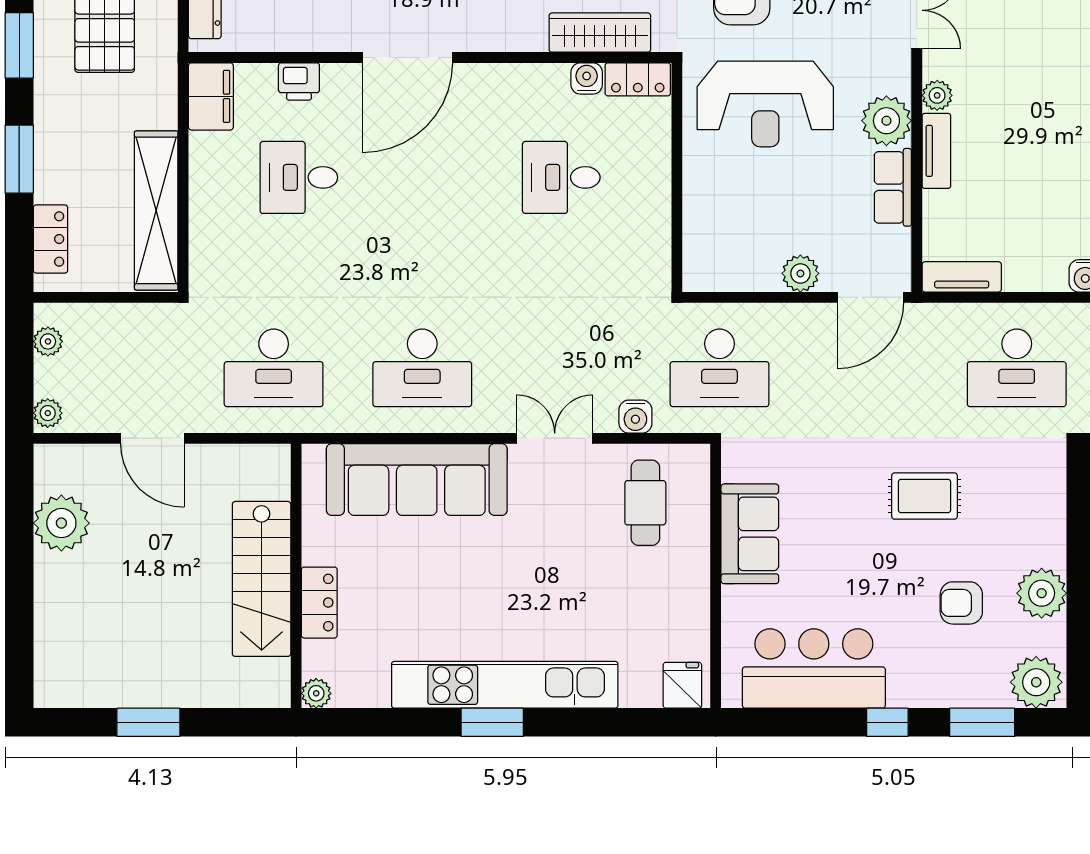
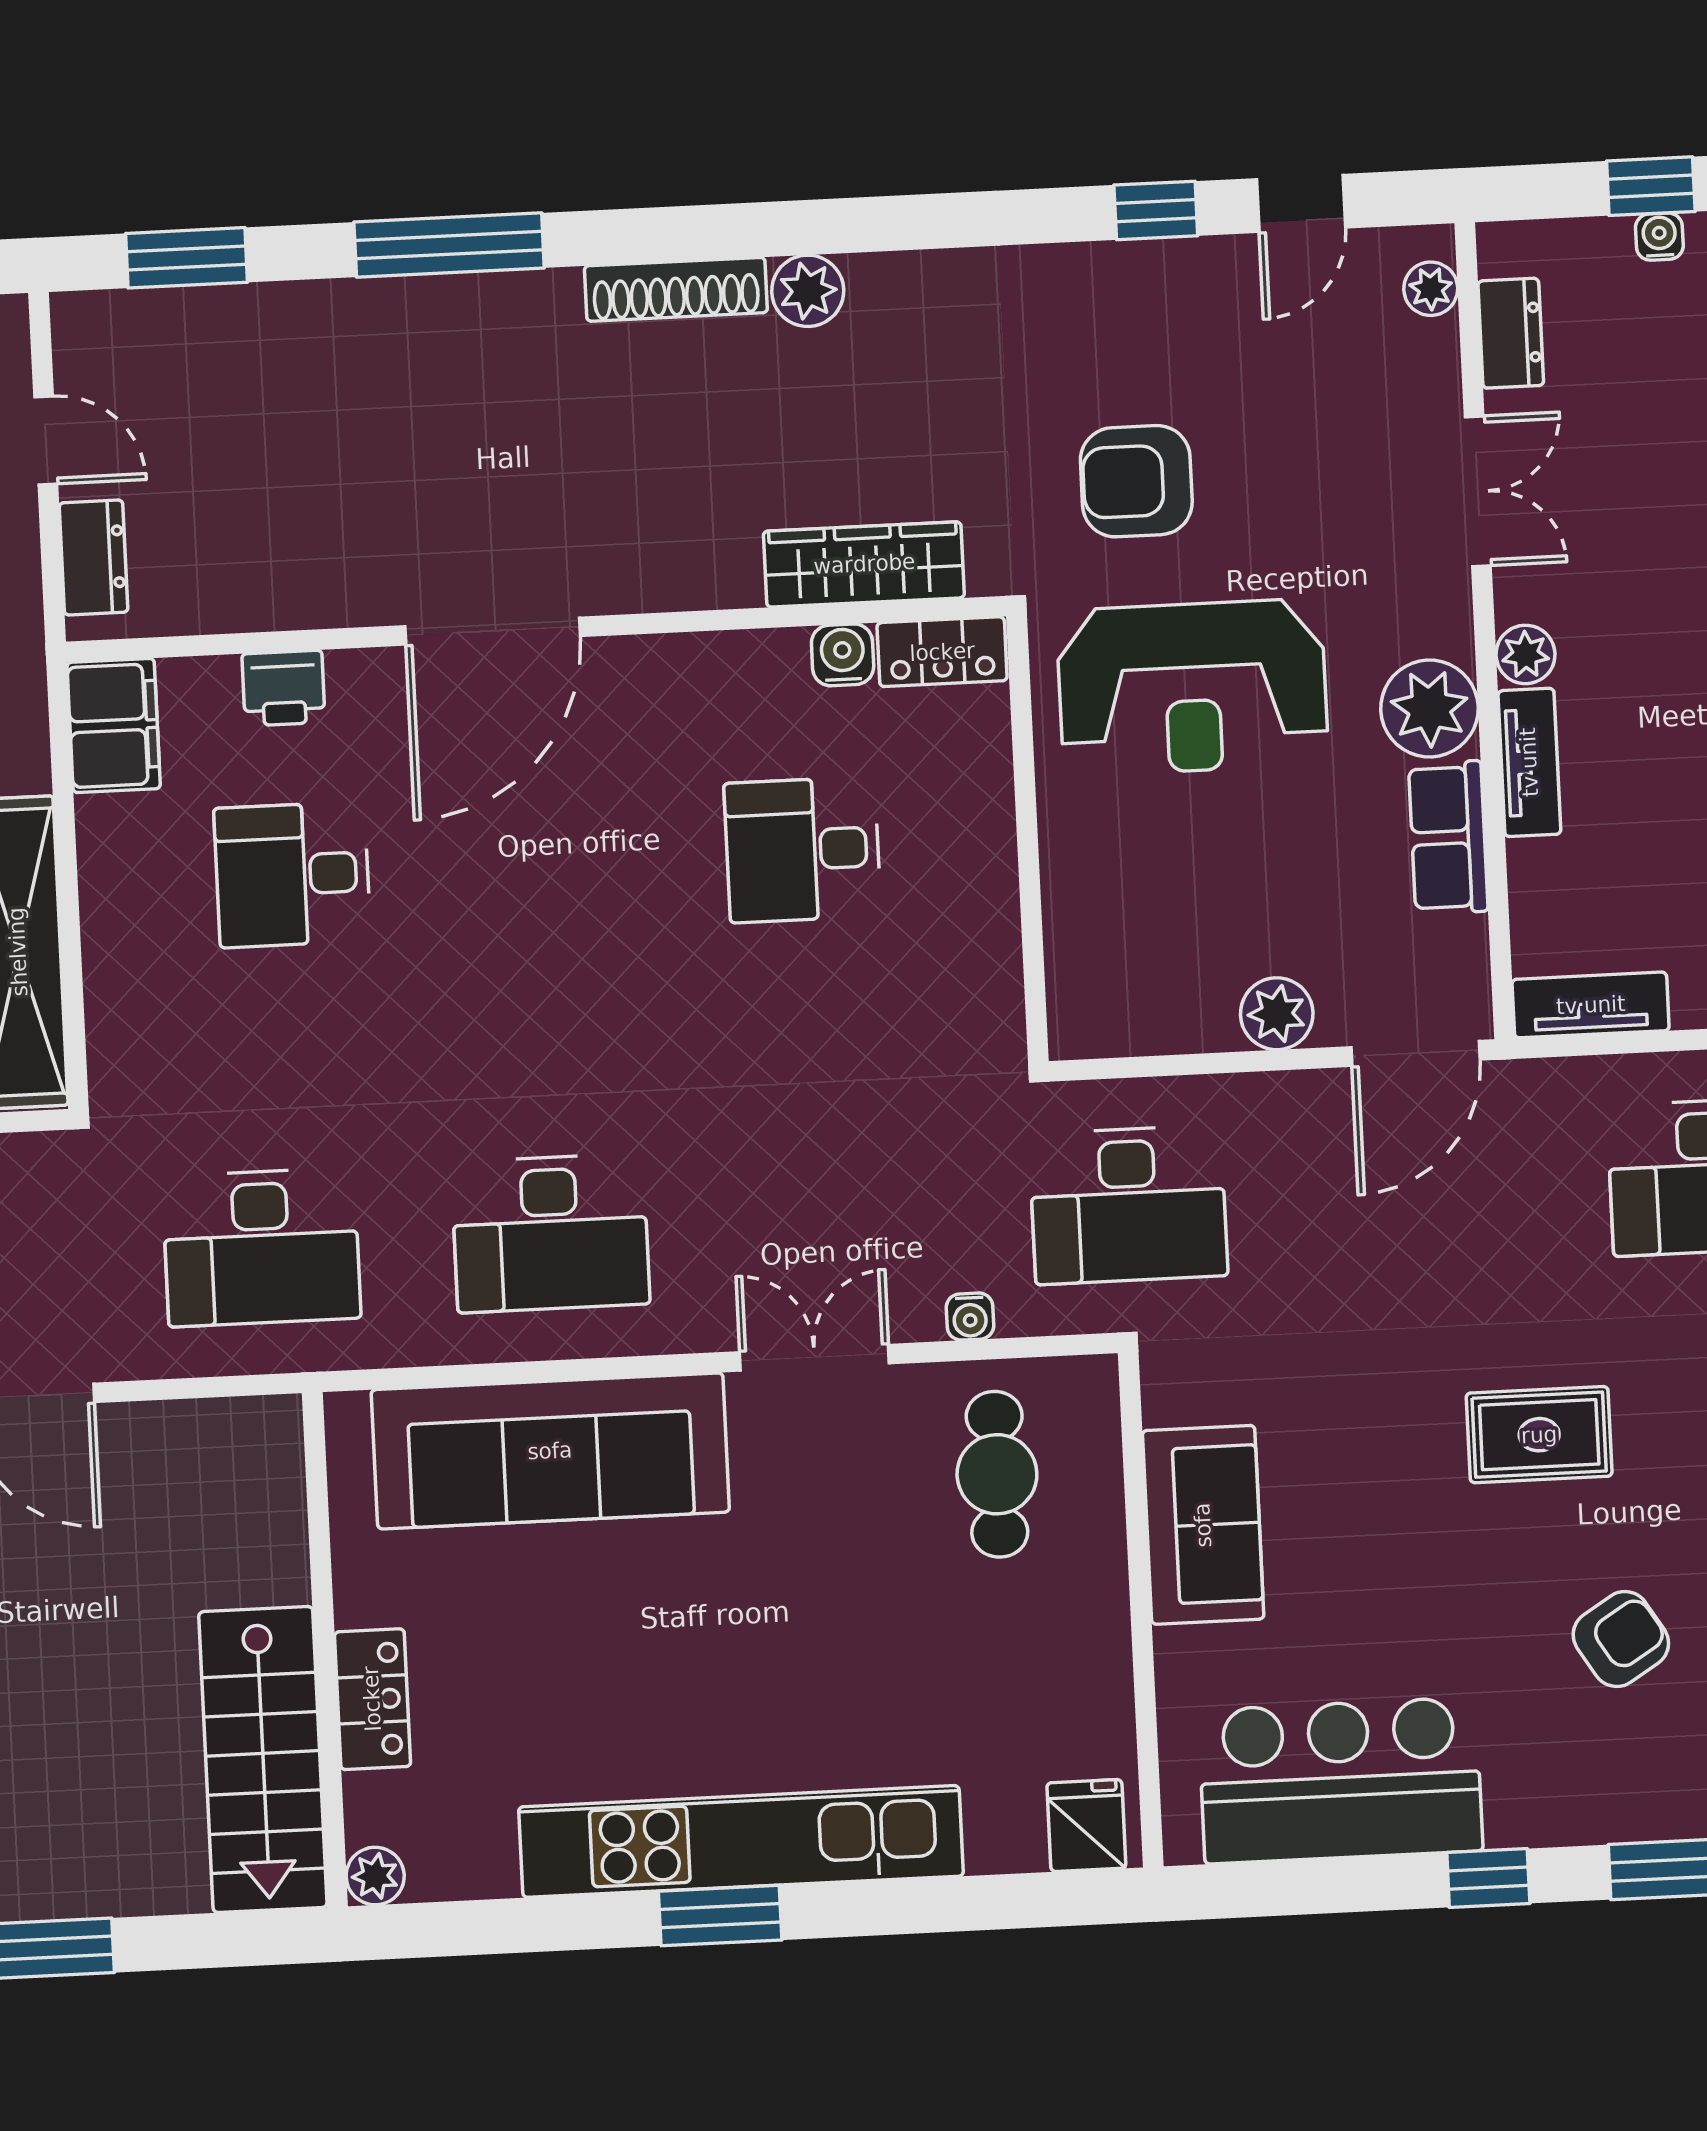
water cooler: (635, 417) -> (970, 1317), width x0.72, depth x0.72
stairs: (262, 579) -> (263, 1760), moved
armchair: (961, 603) -> (1621, 1639), turned 148

